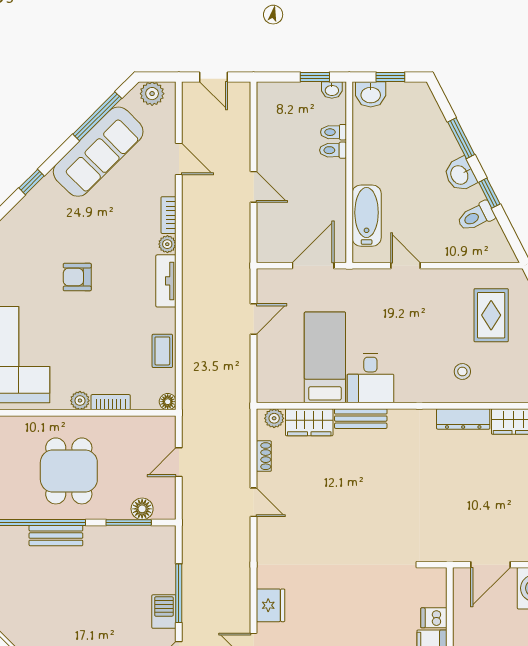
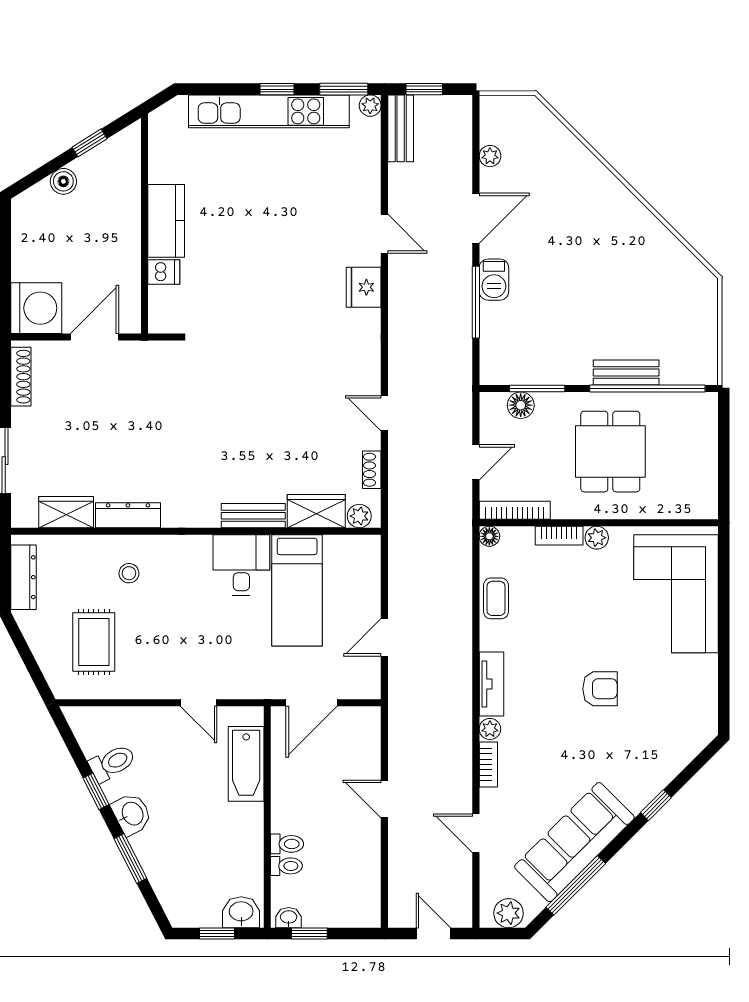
bookcase: (147, 423) -> (515, 510), added

